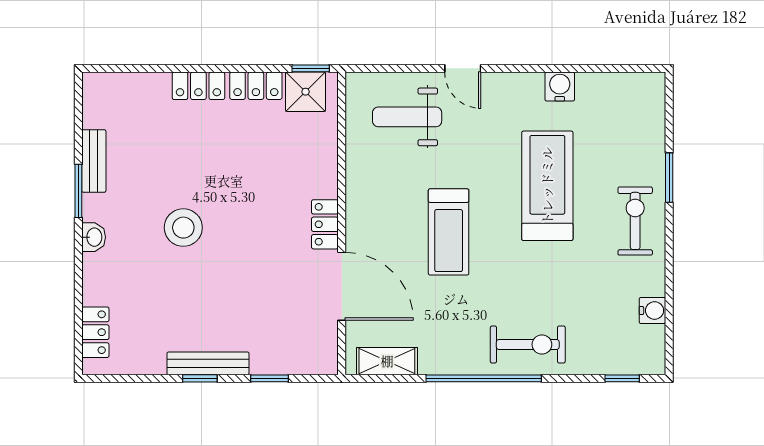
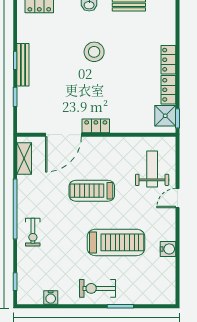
exercise bike: (635, 221) -> (98, 288), turned 180
exercise bike: (528, 345) -> (33, 232), width x0.73, depth x0.72

